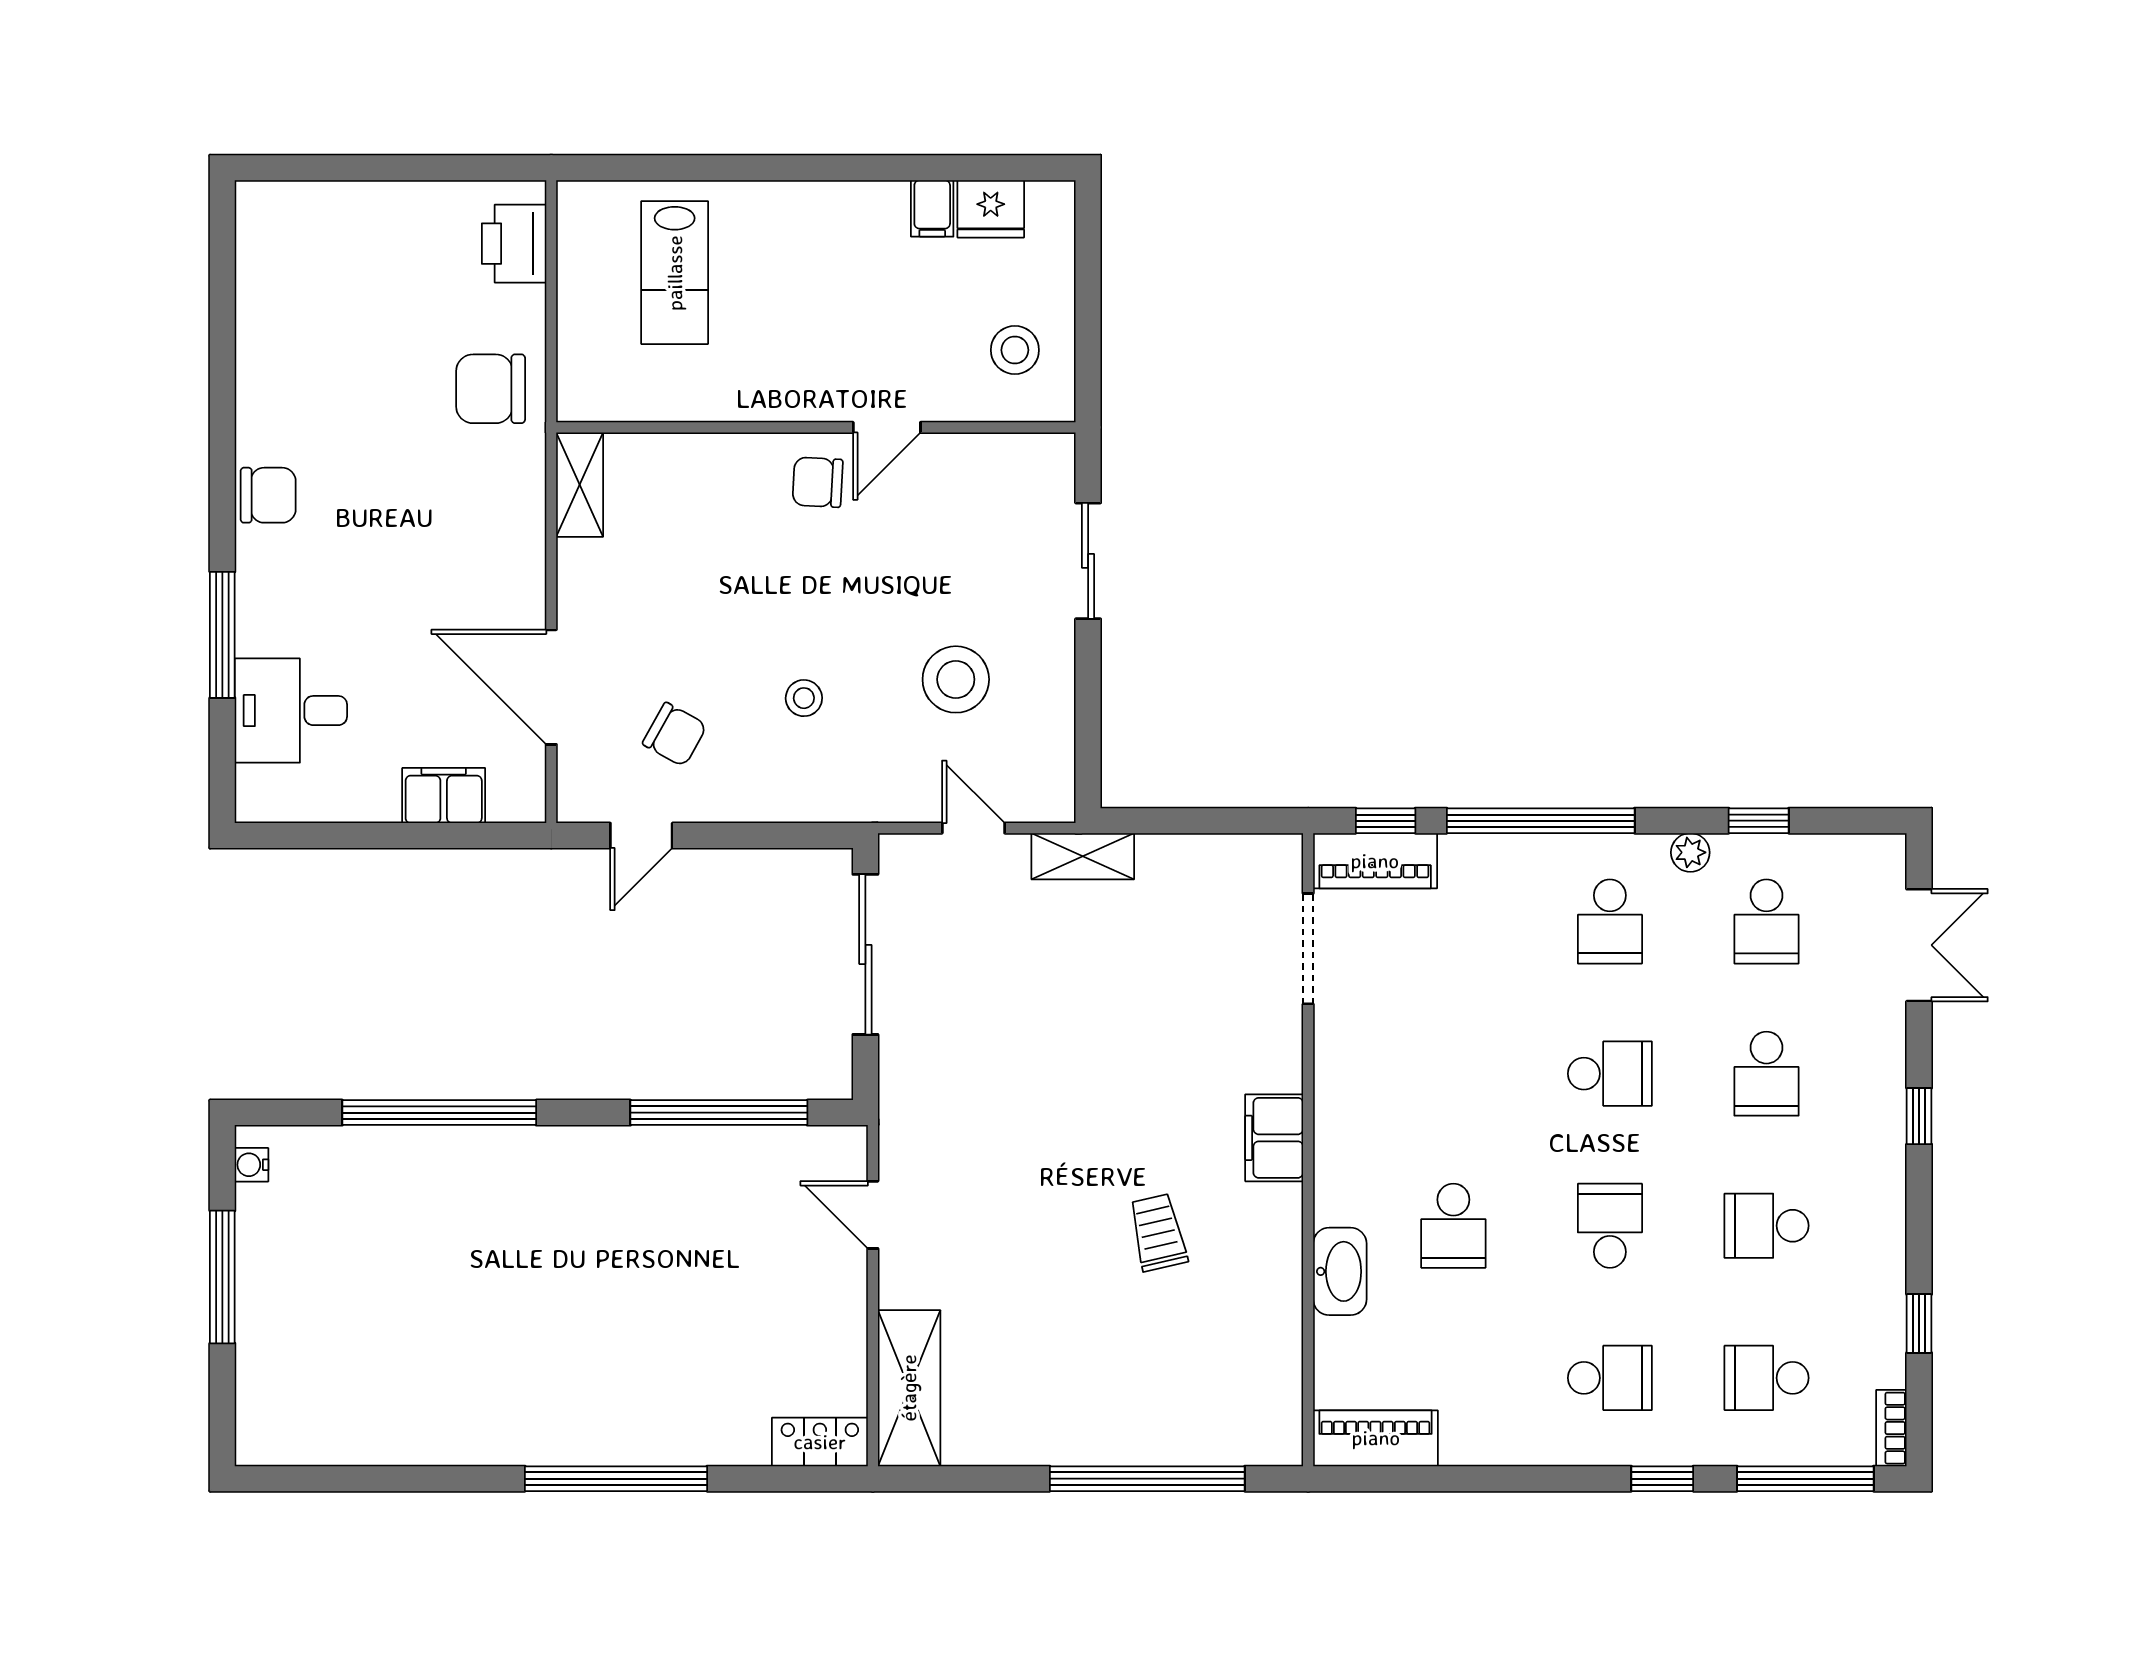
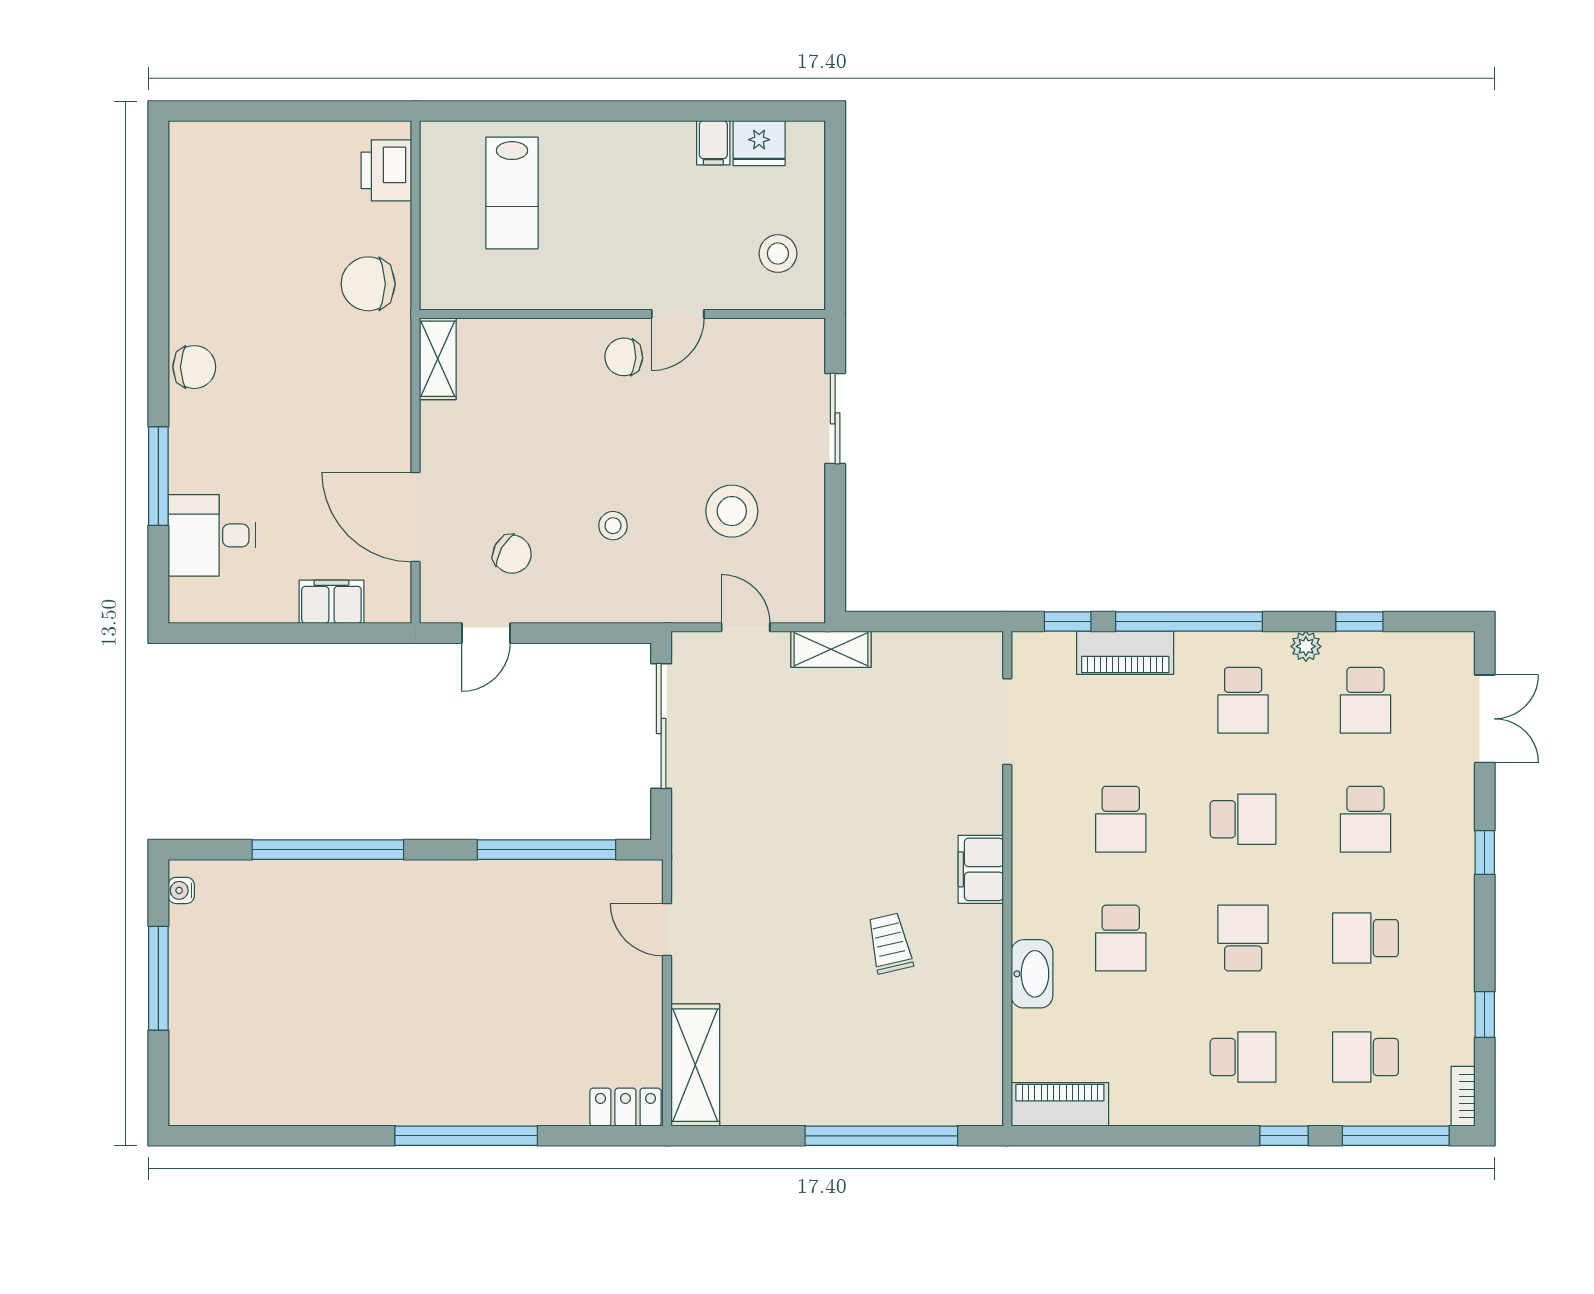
piano: (1375, 861) -> (1125, 653), moved
school desk: (1453, 1074) -> (1121, 819), added

